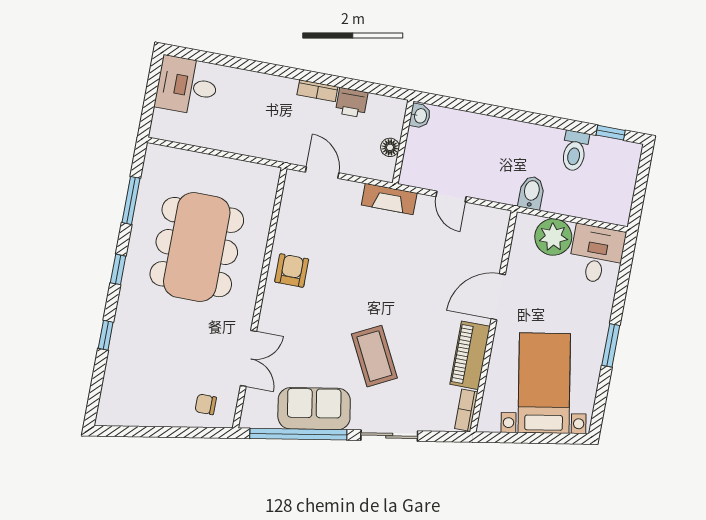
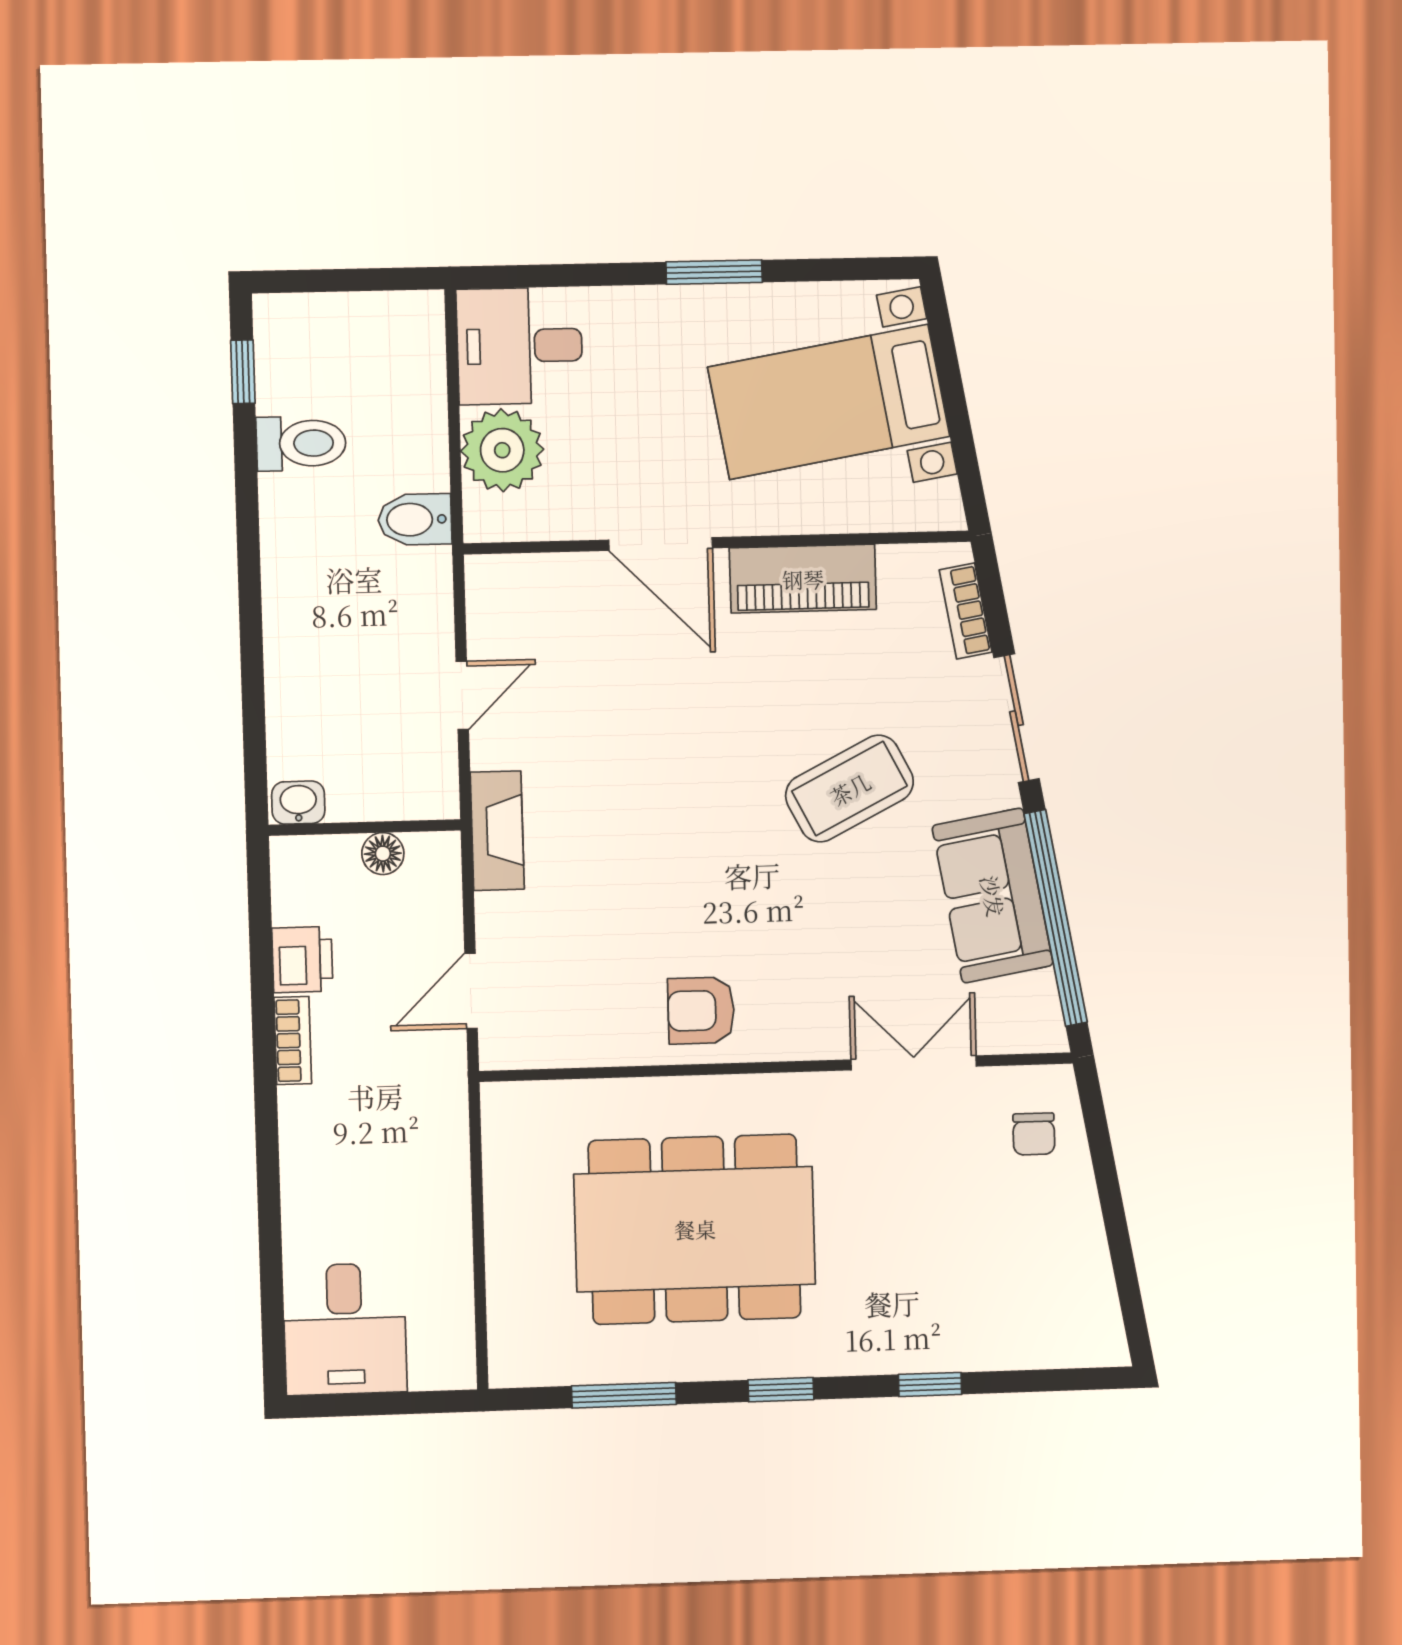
bookcase: (466, 410) -> (966, 611), moved, turned 80

